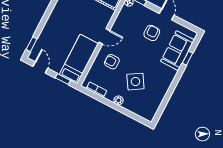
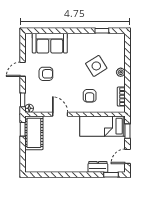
armchair: (152, 33) -> (46, 74), turned 180
dresser: (45, 36) -> (98, 167), added
door: (104, 36) -> (60, 114), moved
window: (188, 58) -> (102, 31), moved

